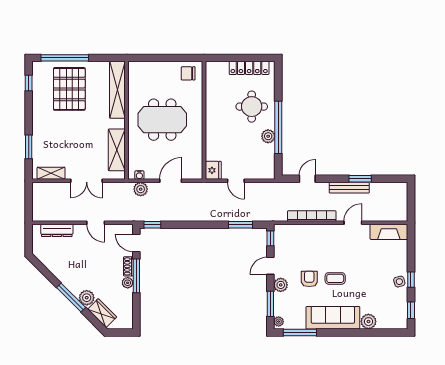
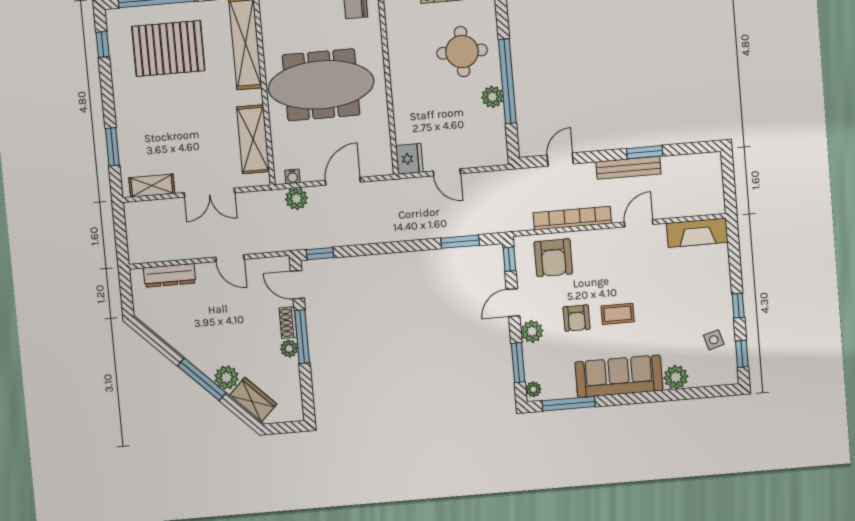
pallet: (69, 89) -> (168, 49), turned 90
meeting table: (162, 120) -> (321, 85), width x1.36
armchair: (298, 240) -> (553, 258), added
armchair: (309, 279) -> (577, 318), turned 180
side table: (399, 282) -> (714, 340), moved

